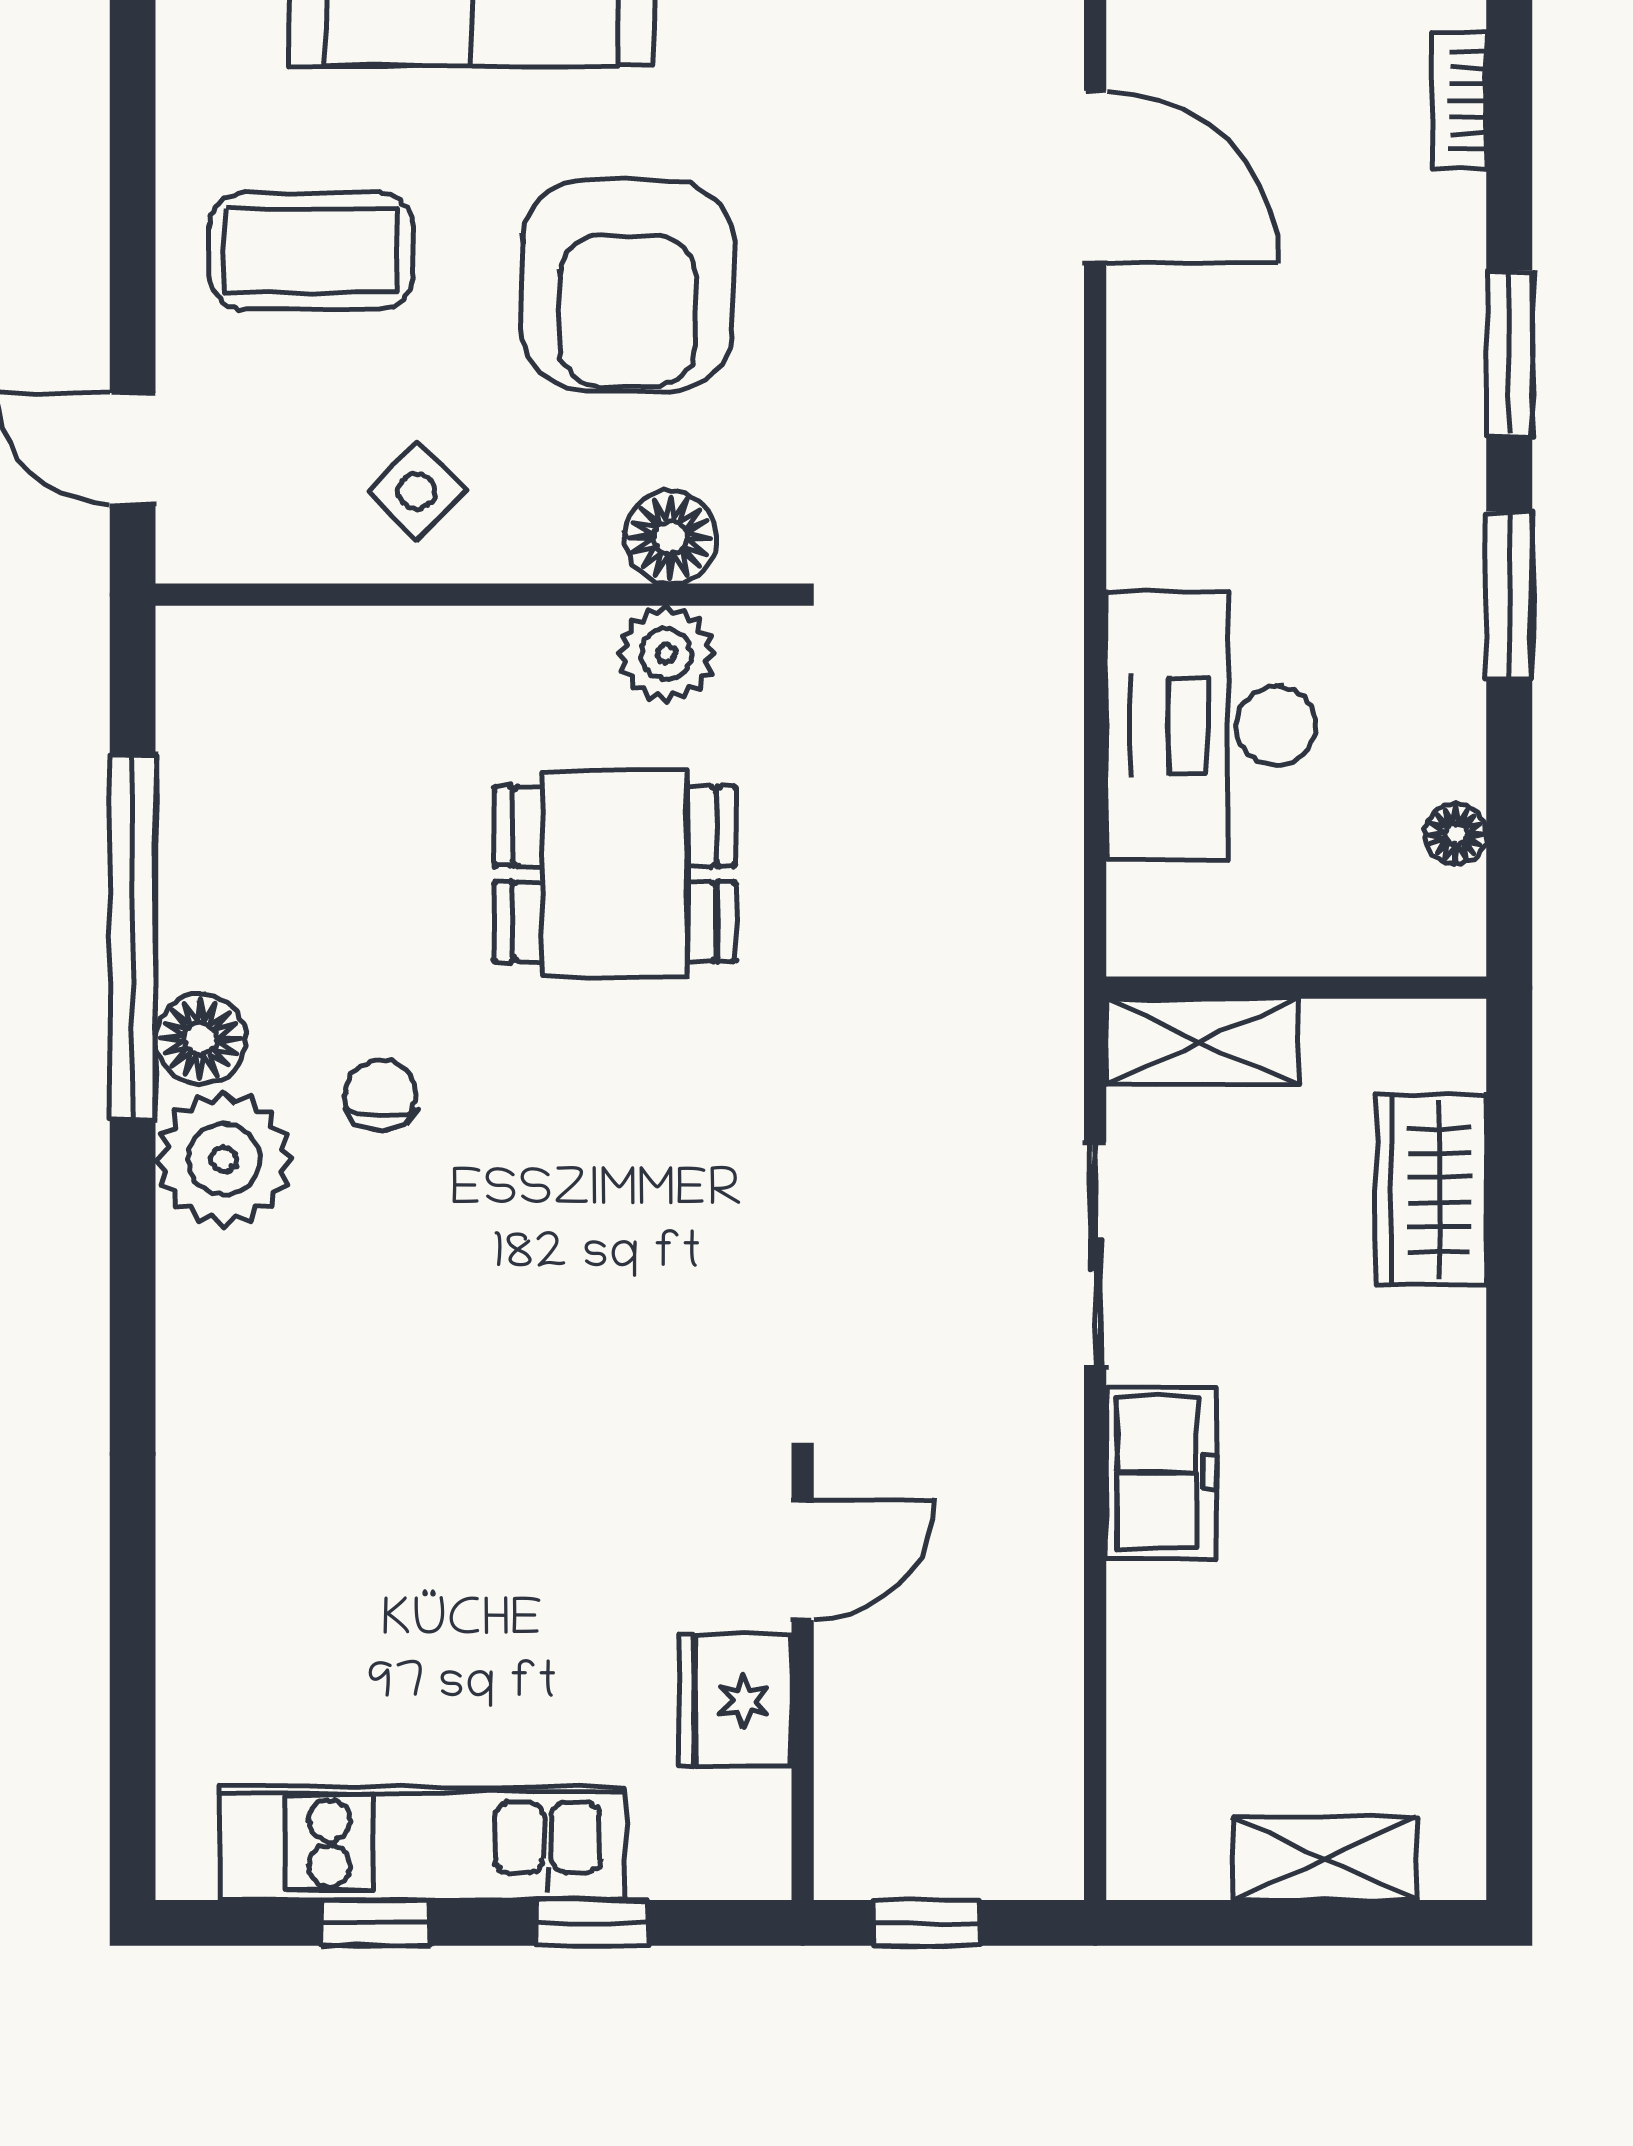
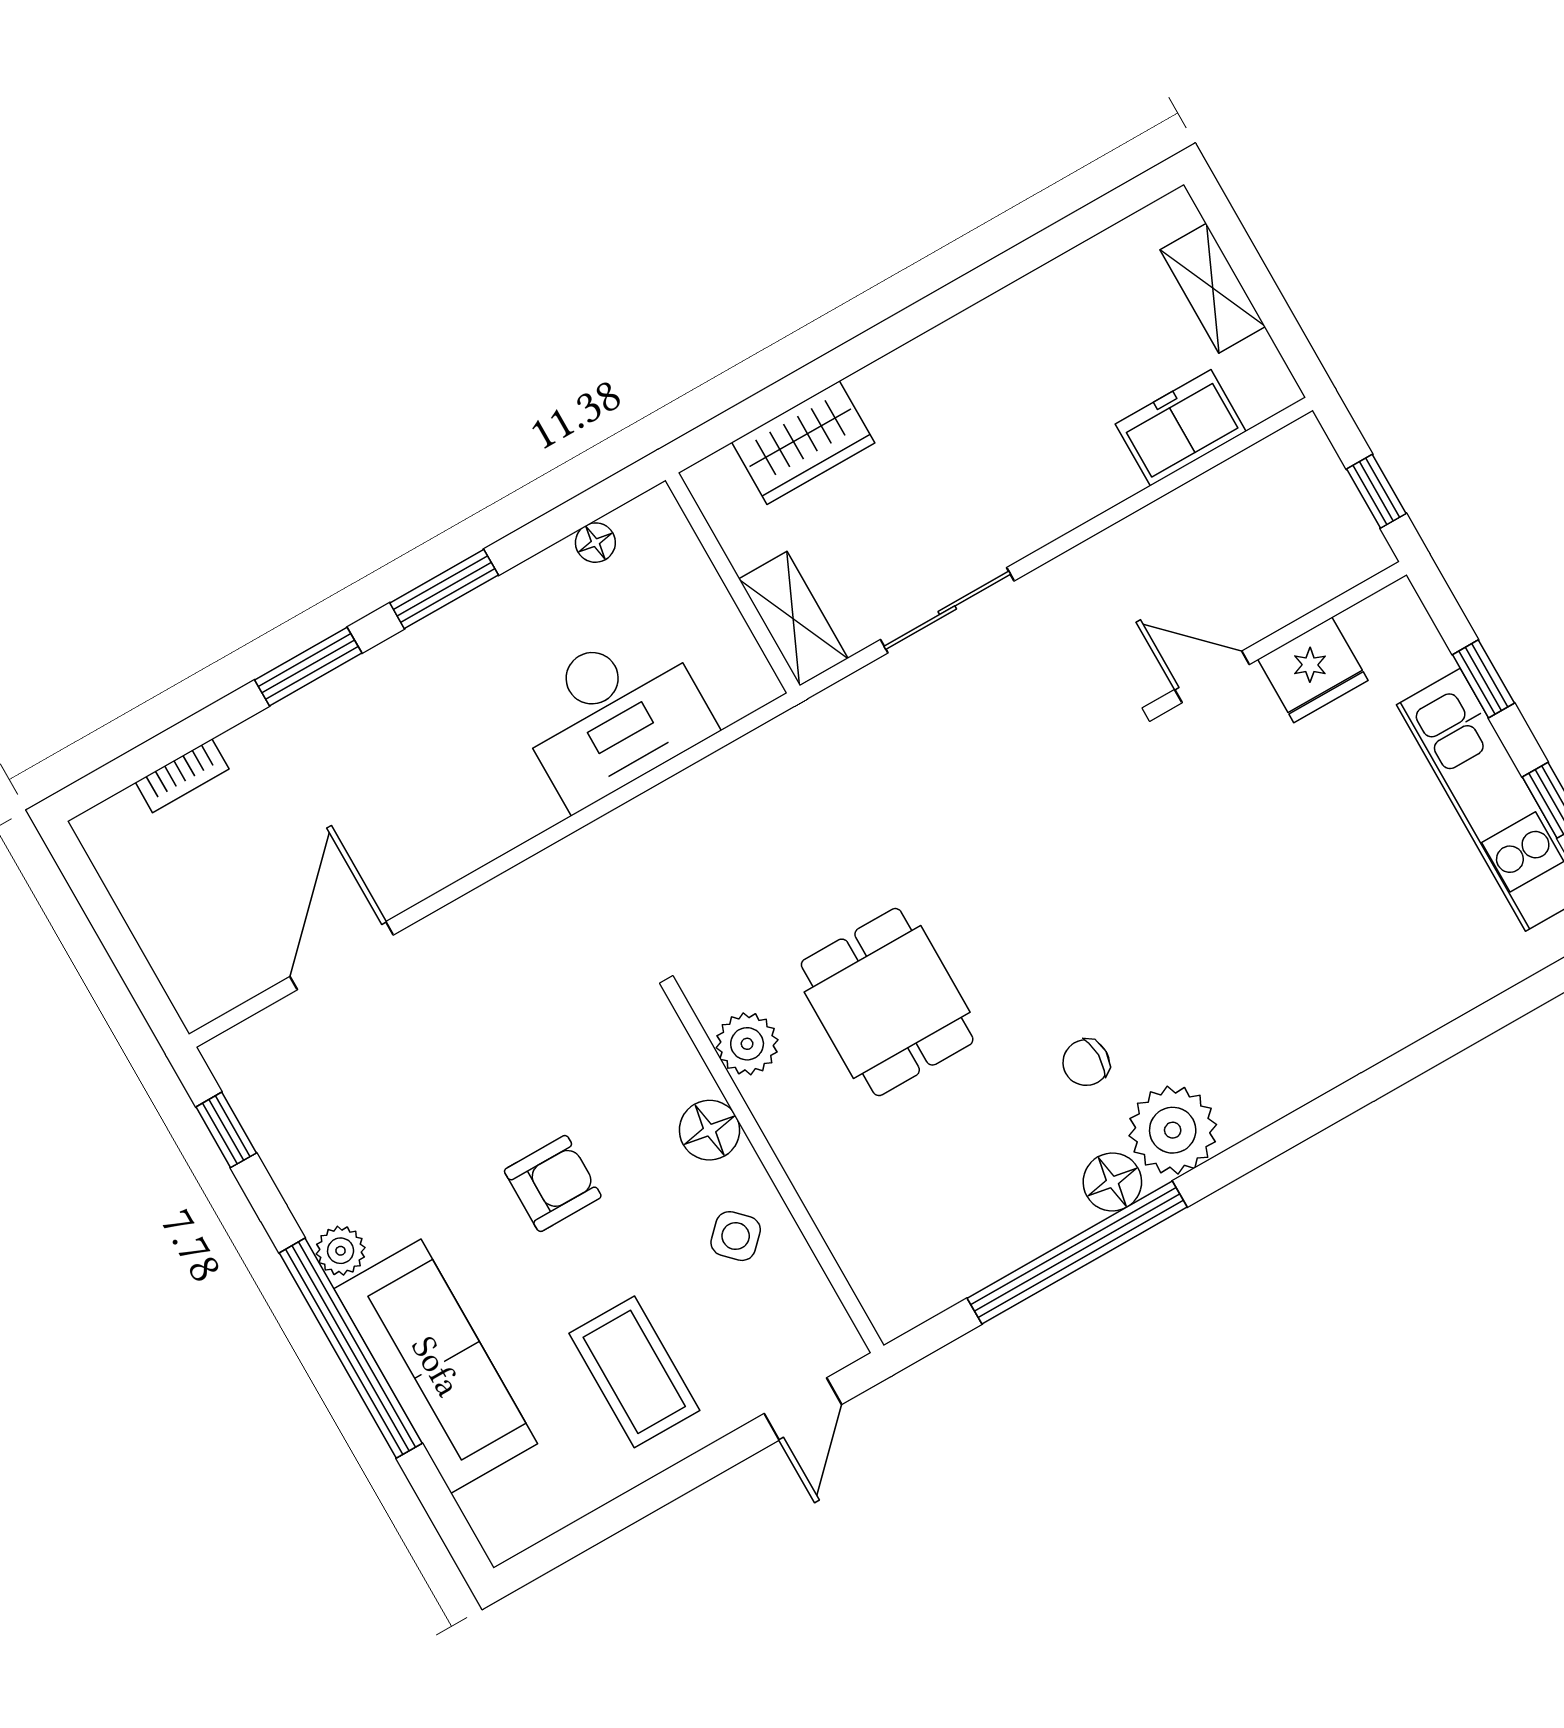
armchair: (627, 286) -> (553, 1183), width x0.53, depth x0.53
floor lamp: (670, 537) -> (710, 1130), moved
freezer: (1161, 1473) -> (1181, 428), moved

